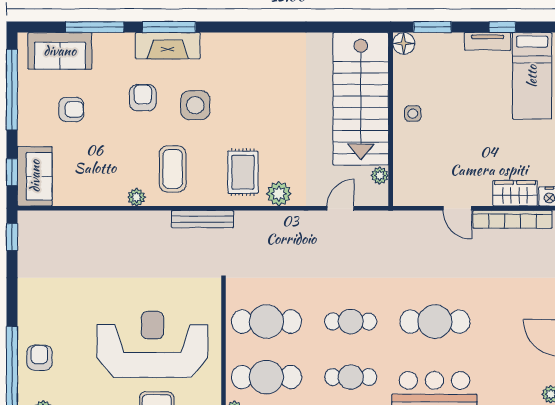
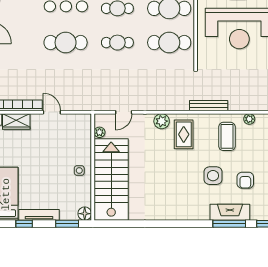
tv unit: (488, 41) -> (39, 215), width x1.41

